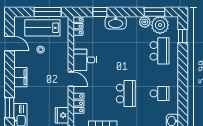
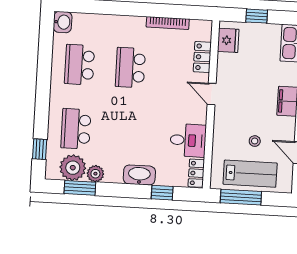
desk: (85, 60) -> (188, 140), moved
school desk: (159, 93) -> (80, 65), width x1.85

